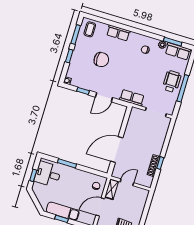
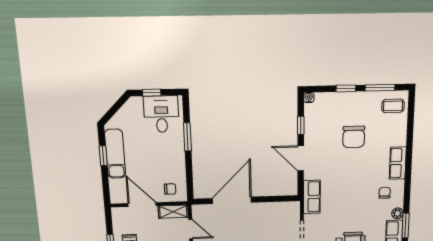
row of seats: (118, 33) -> (398, 163), moved
door: (117, 150) -> (232, 200), hinge flipped

